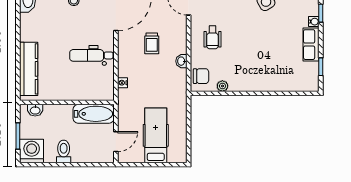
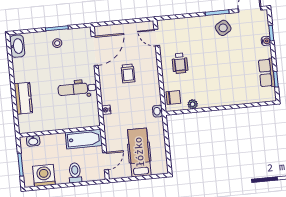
row of seats: (311, 45) -> (267, 73), moved
washbasin: (181, 61) -> (158, 111), moved
kitchen counter: (29, 69) -> (23, 98), width x0.67
washing machine: (32, 151) -> (44, 175), moved
toilet: (64, 151) -> (75, 173), moved

